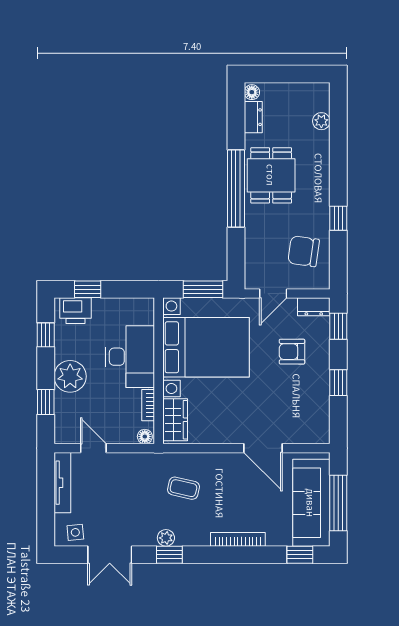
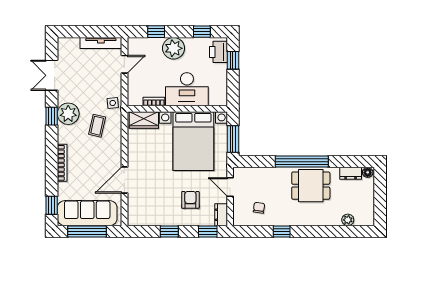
chair: (304, 251) -> (259, 208), width x0.54, depth x0.54
floor lamp: (145, 437) -> (132, 99), removed
side table: (75, 532) -> (113, 103), moved
plant: (166, 538) -> (68, 114), width x1.88, depth x1.88

